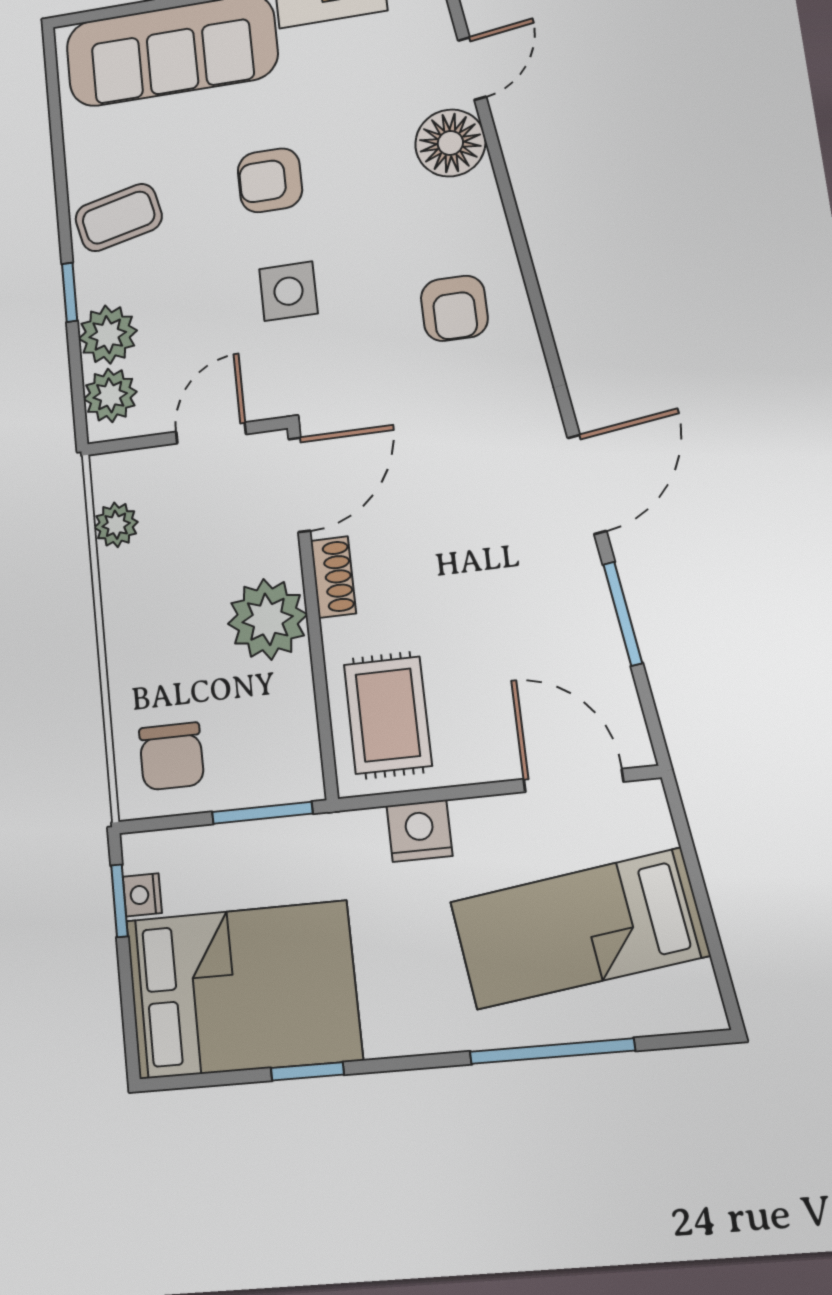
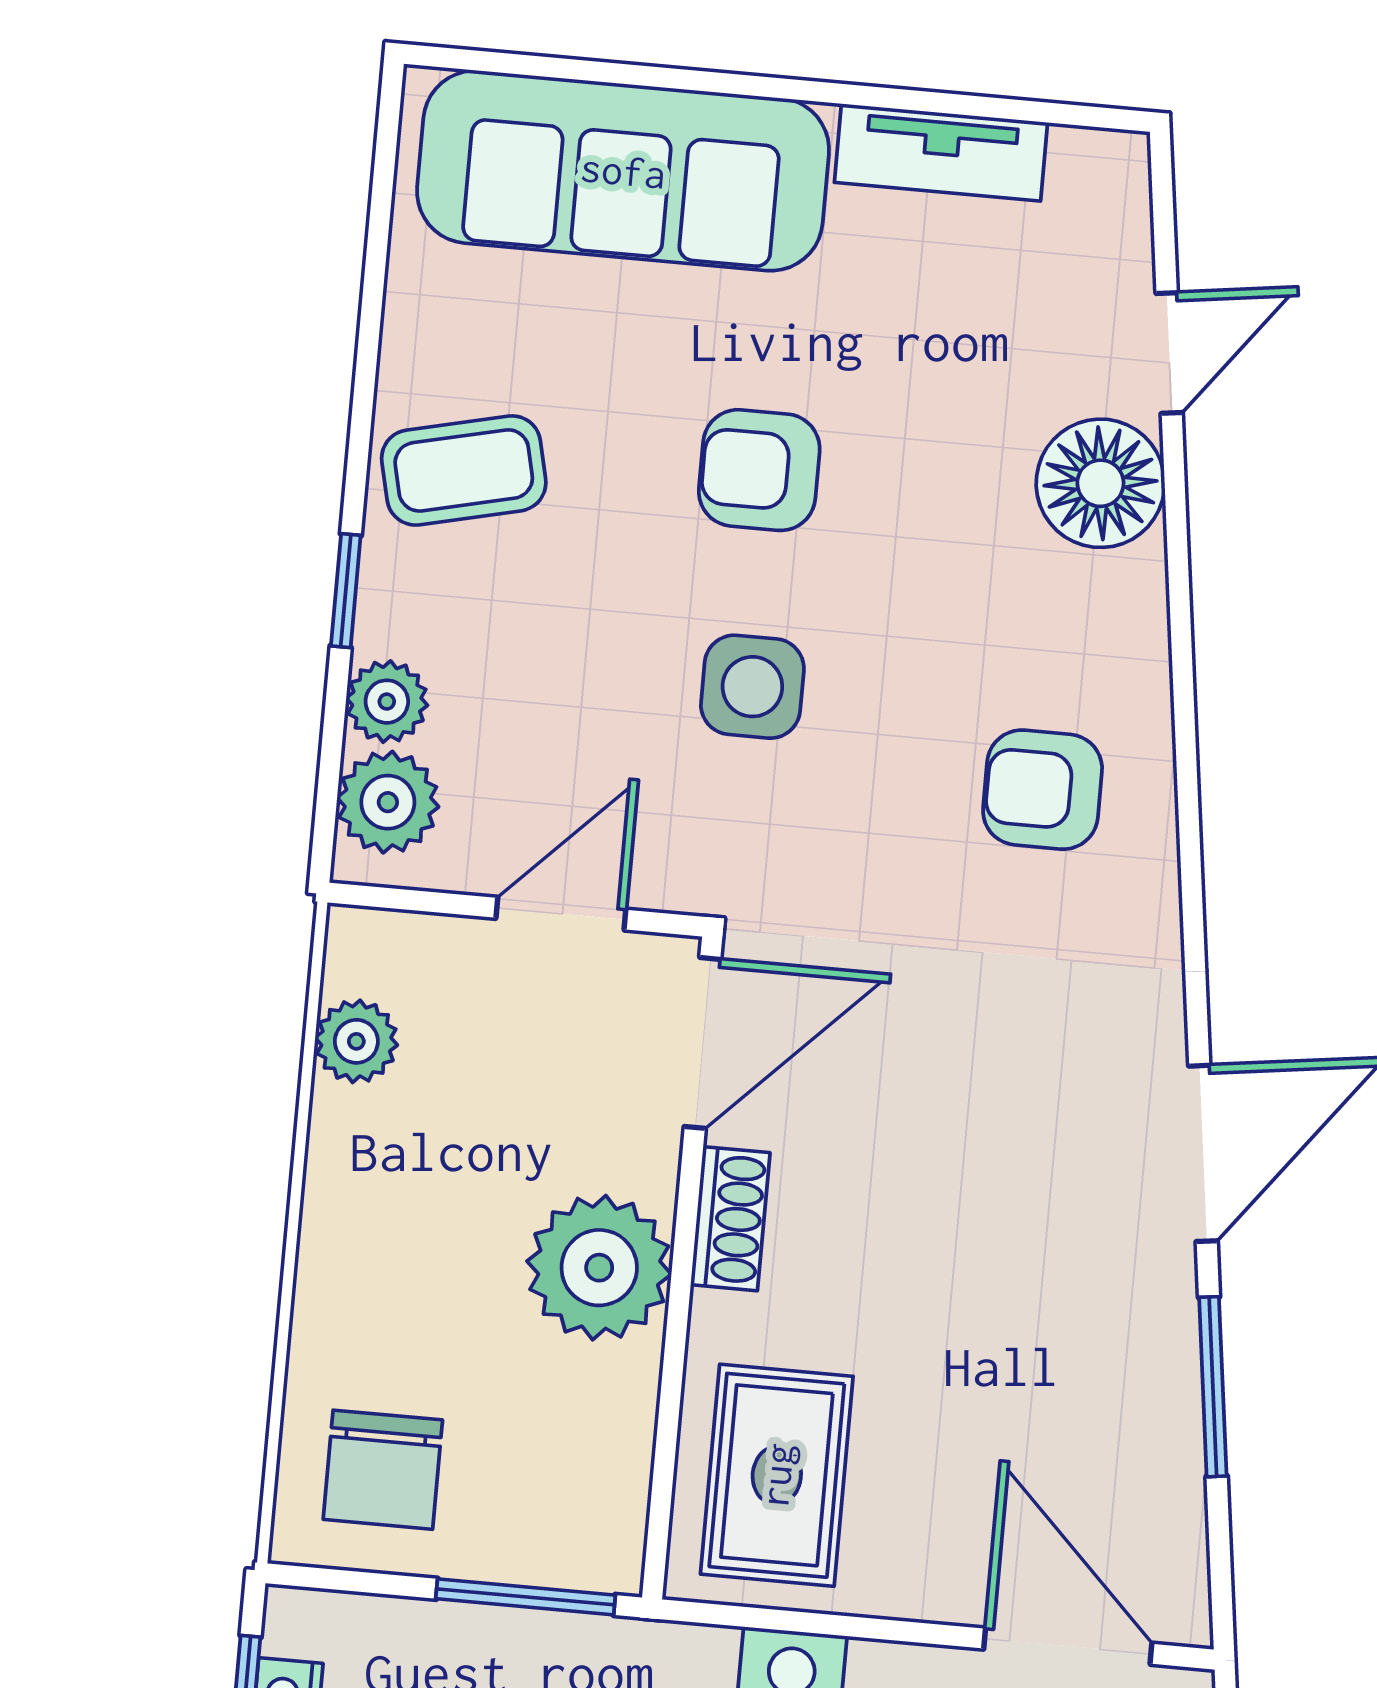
armchair: (454, 308) -> (1043, 790), turned 90
plant: (108, 335) -> (387, 702), width x0.73, depth x0.73

